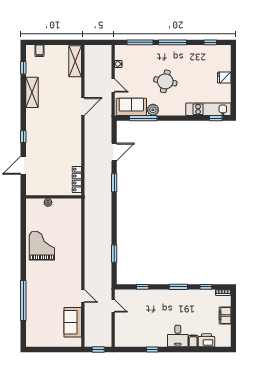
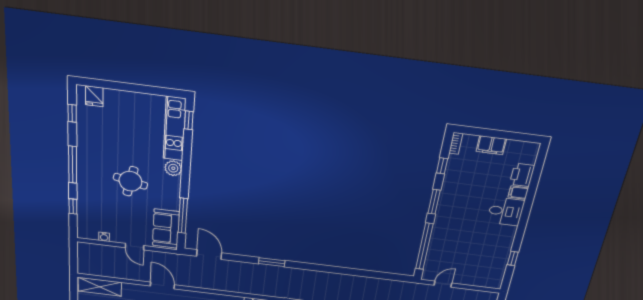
window: (140, 42) -> (73, 206), width x0.46
fridge: (224, 78) -> (94, 96), moved
door: (113, 86) -> (135, 247), swing flipped
plant: (153, 110) -> (173, 168), moved
door: (114, 152) -> (209, 255), moved
window: (114, 254) -> (371, 274), removed
window: (143, 287) -> (424, 246), width x3.17
window: (152, 349) -> (513, 258), moved

